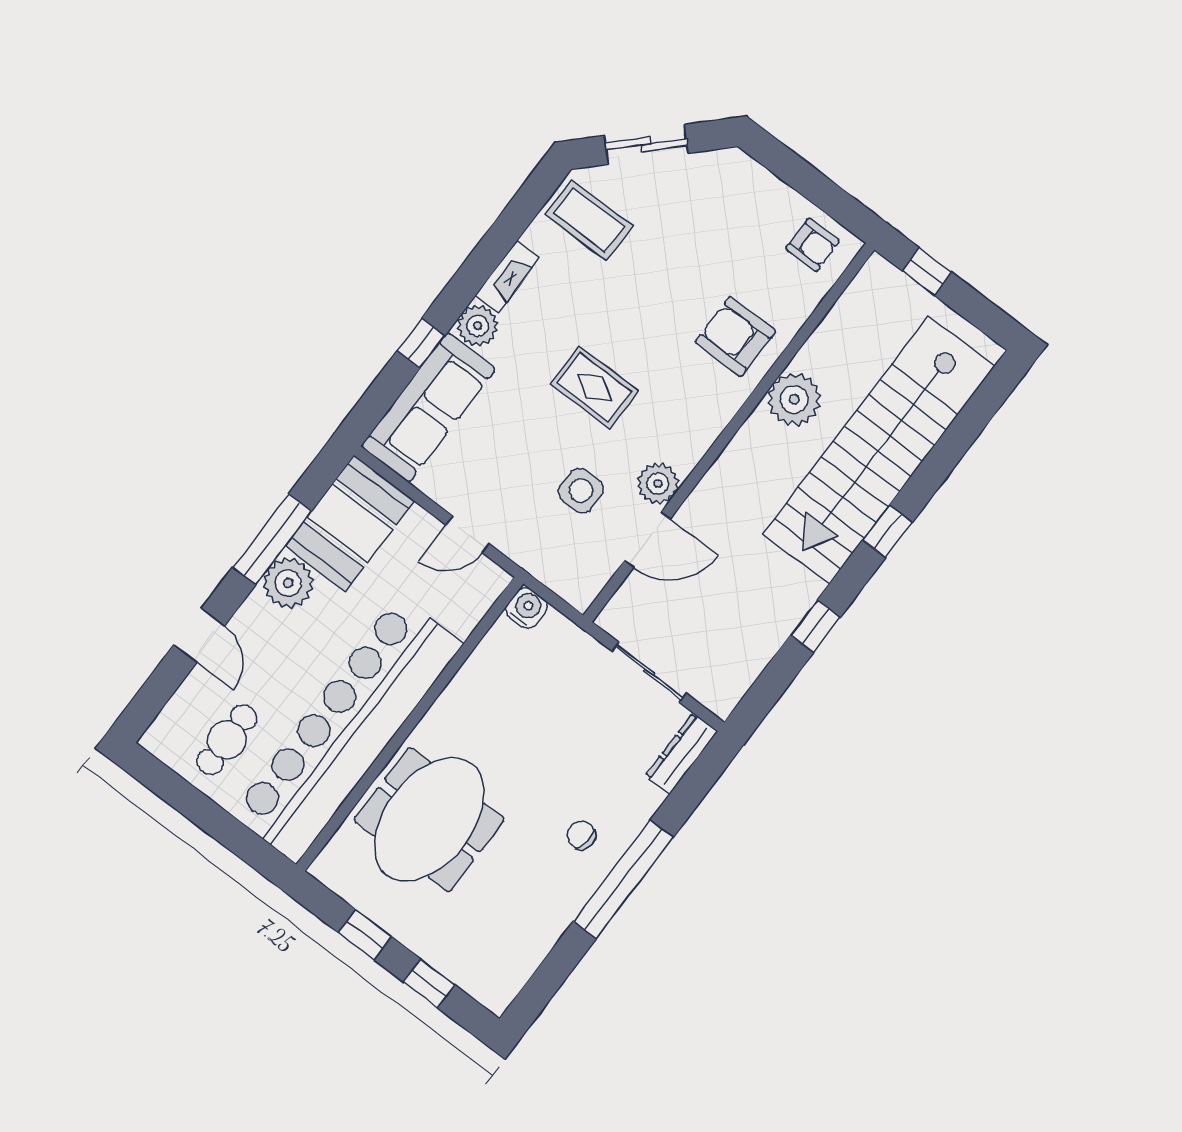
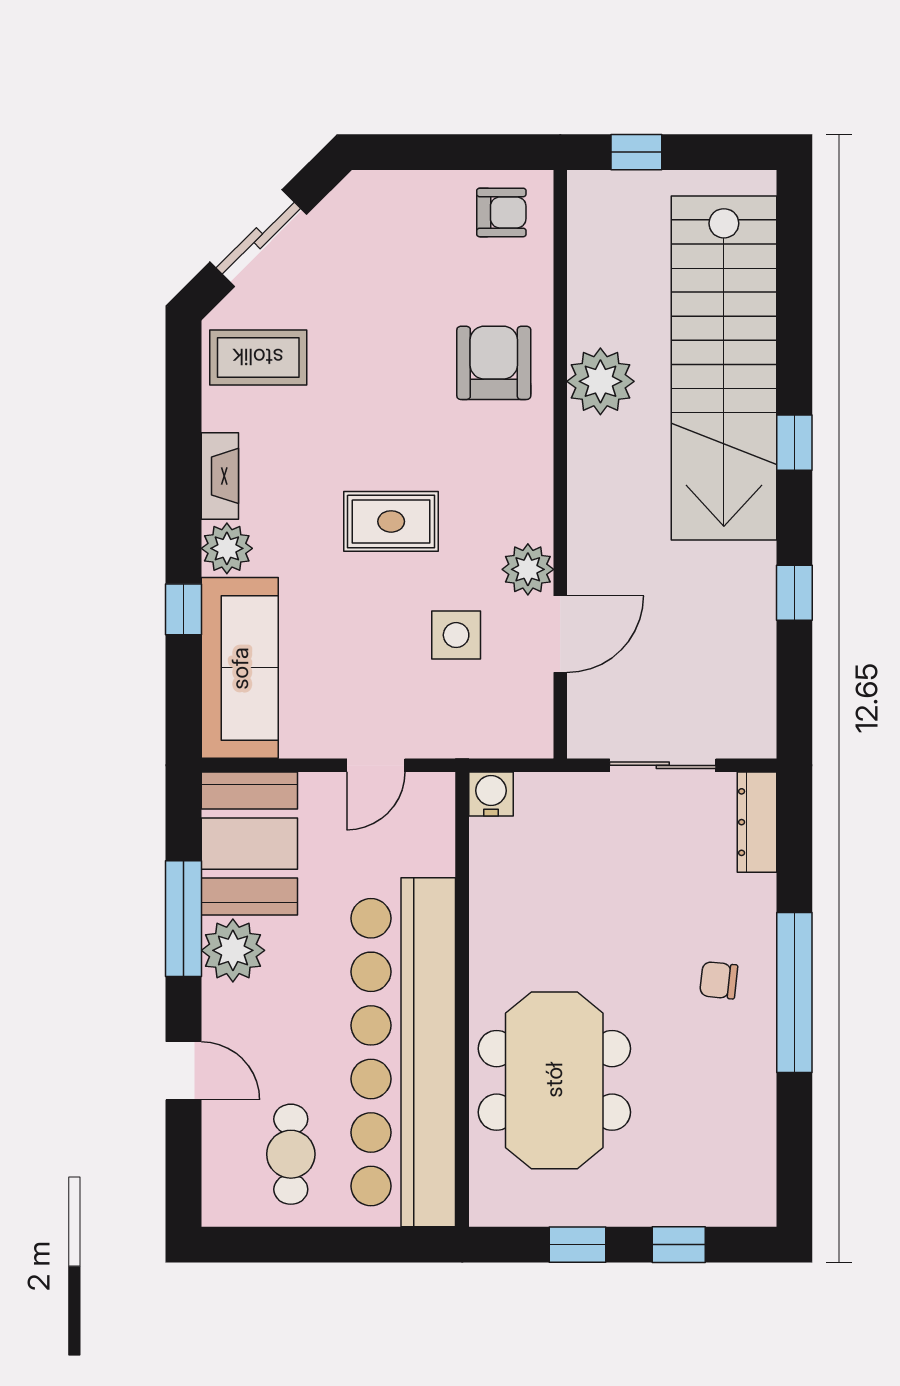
armchair: (735, 336) -> (494, 363), turned 90

